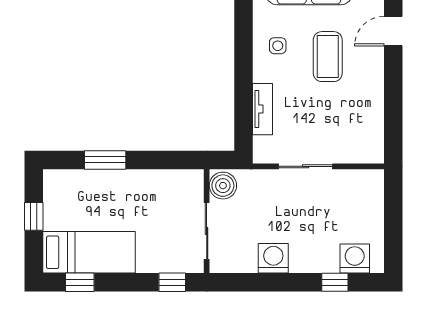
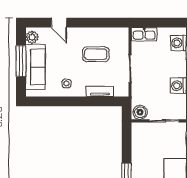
coffee table: (328, 57) -> (96, 54), moved
kitchen sink: (371, 193) -> (144, 34), added

